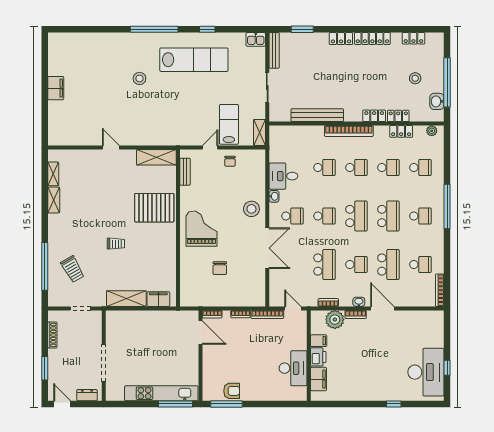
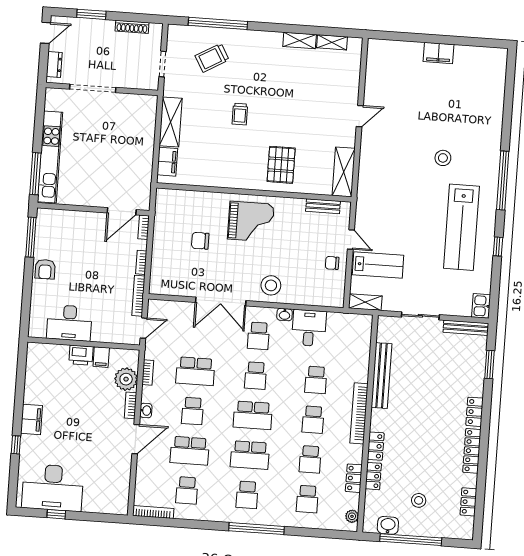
pallet: (154, 208) -> (281, 165), width x0.73, depth x0.71
filing cabinet: (318, 379) -> (32, 419), moved, turned -90
armchair: (232, 391) -> (45, 269), moved

